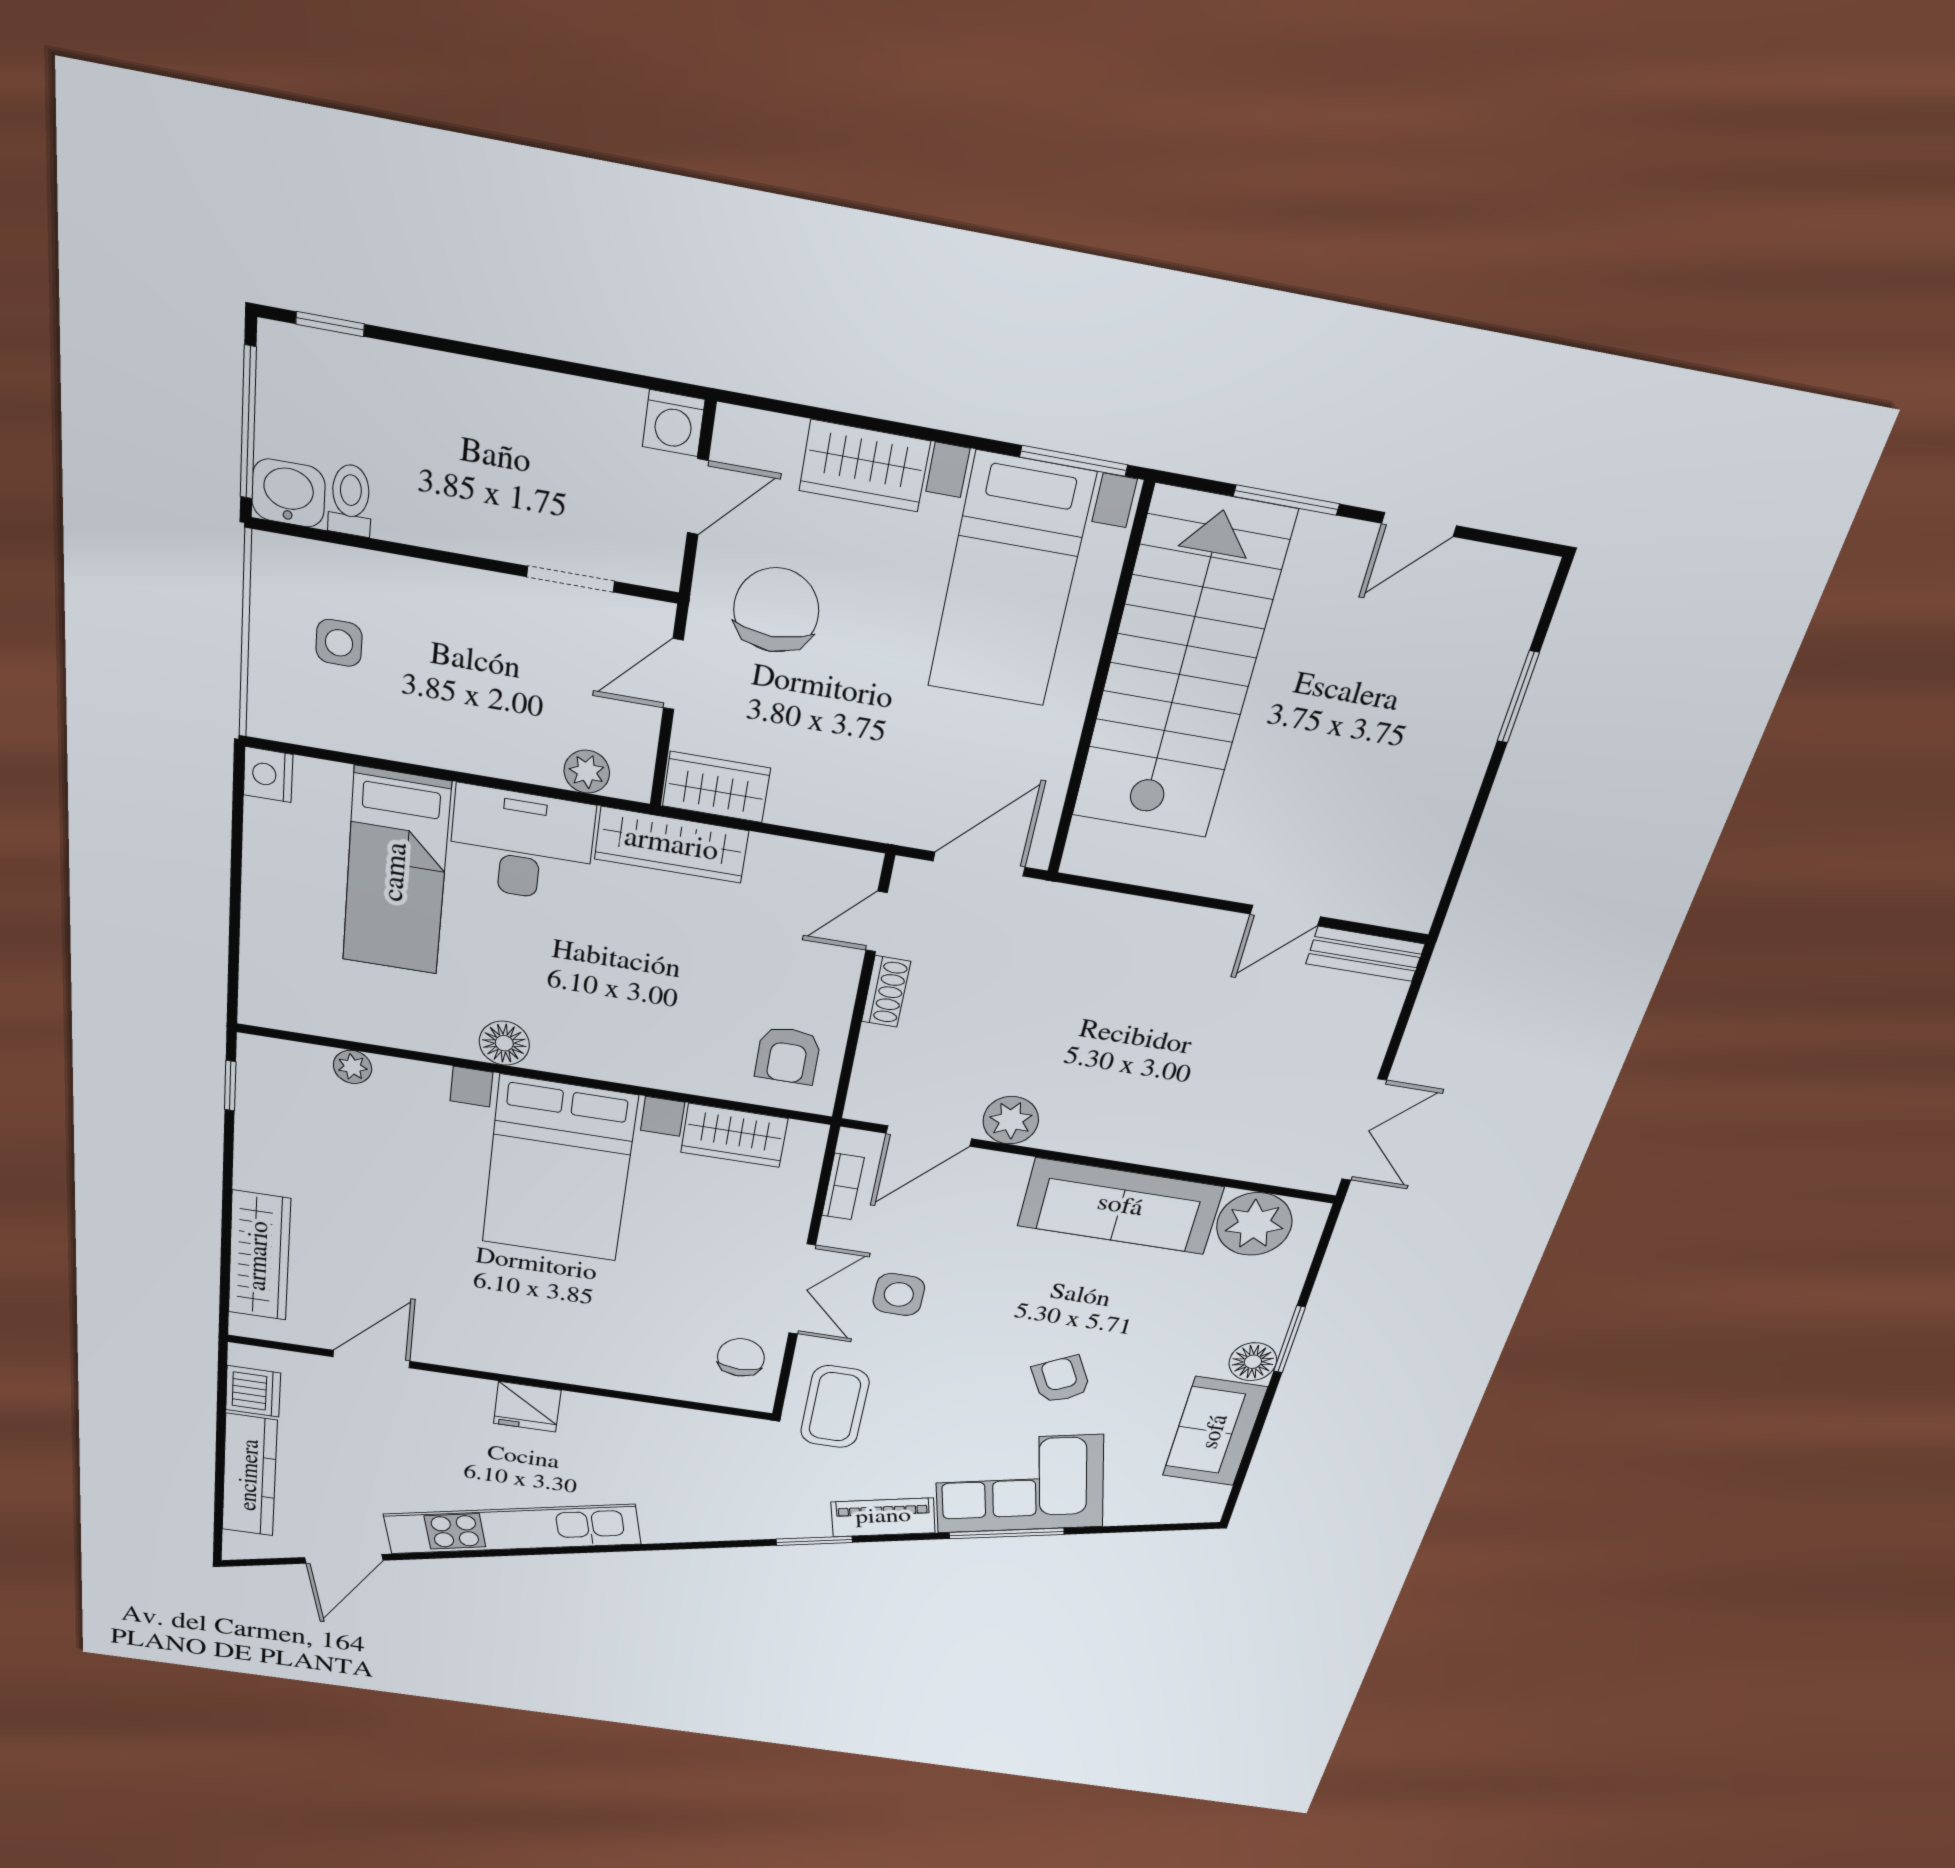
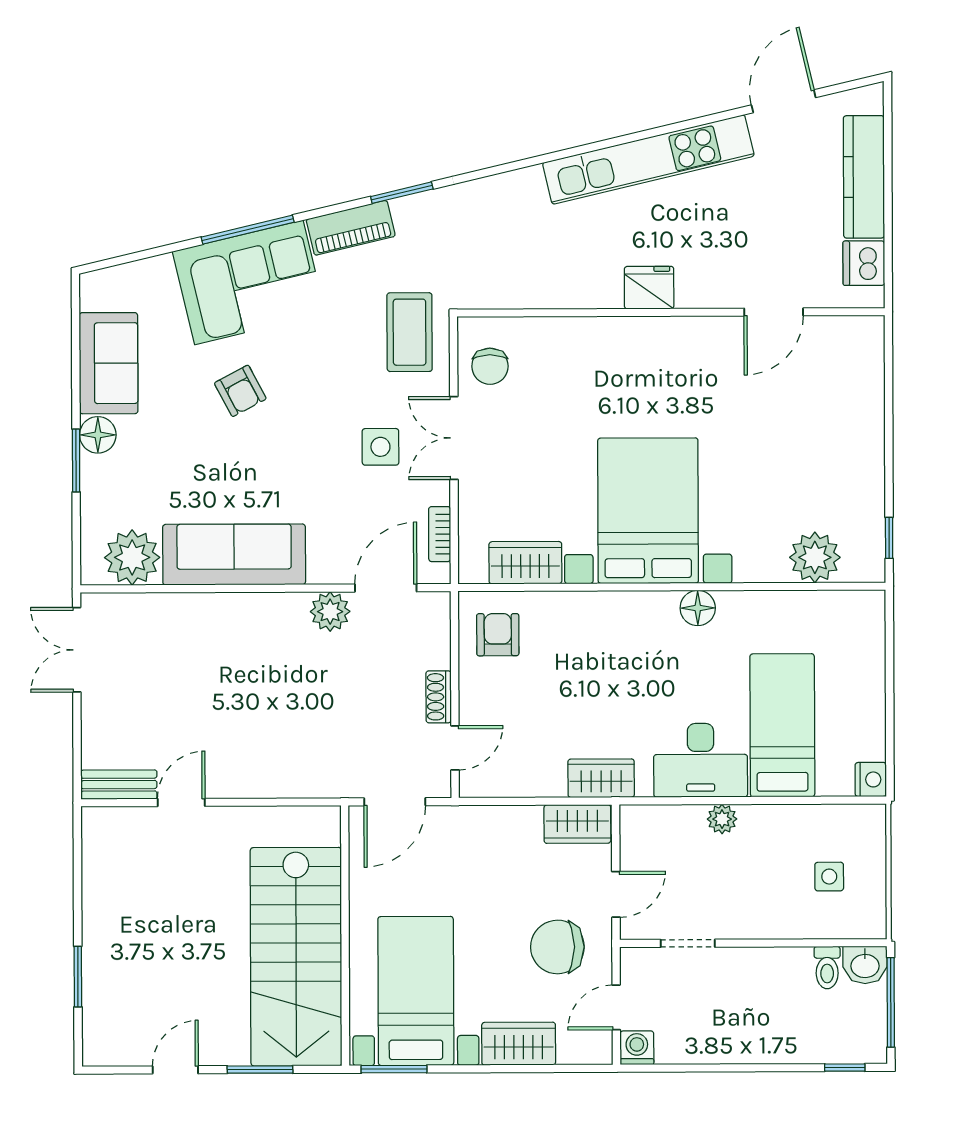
chair: (776, 610) -> (557, 947), turned 90
plant: (587, 772) -> (722, 819), moved
wardrobe: (671, 845) -> (601, 778), width x0.67
plant: (353, 1067) -> (815, 557), width x1.88, depth x1.88
wardrobe: (259, 1256) -> (863, 393), removed

